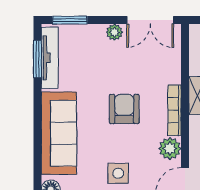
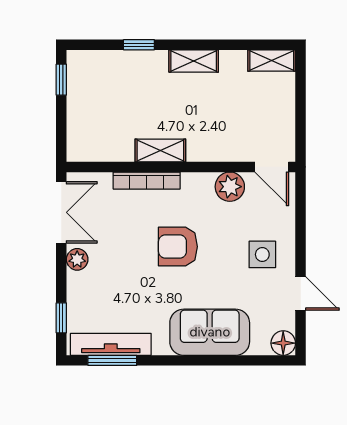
window: (70, 20) -> (61, 318), width x0.67
bookcase: (175, 110) -> (147, 181), moved
sofa: (59, 133) -> (210, 332), width x0.73

